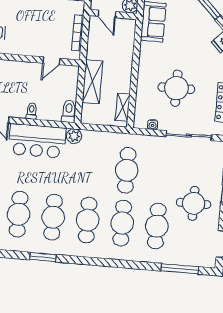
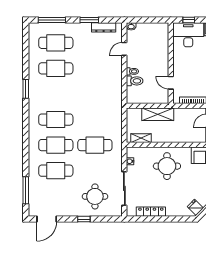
round table: (176, 88) -> (167, 166), moved
toilet: (69, 111) -> (135, 81), moved
plant: (74, 136) -> (117, 104), removed
bar counter: (37, 141) -> (111, 77), removed
round table: (194, 203) -> (95, 196), moved
cafe table: (53, 217) -> (56, 94), removed

